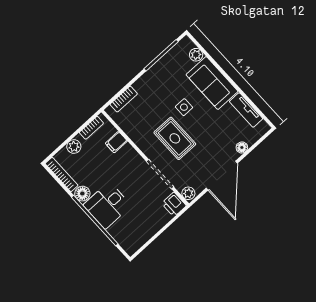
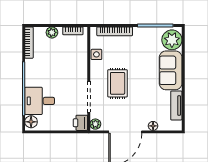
plant: (196, 55) -> (172, 40), width x1.88, depth x1.88
bookcase: (124, 99) -> (115, 31), width x1.56
side table: (184, 107) -> (96, 54), moved
filing cabinet: (116, 142) -> (80, 53), removed
floor lamp: (82, 194) -> (31, 122), moved
desk: (107, 205) -> (40, 101), moved

